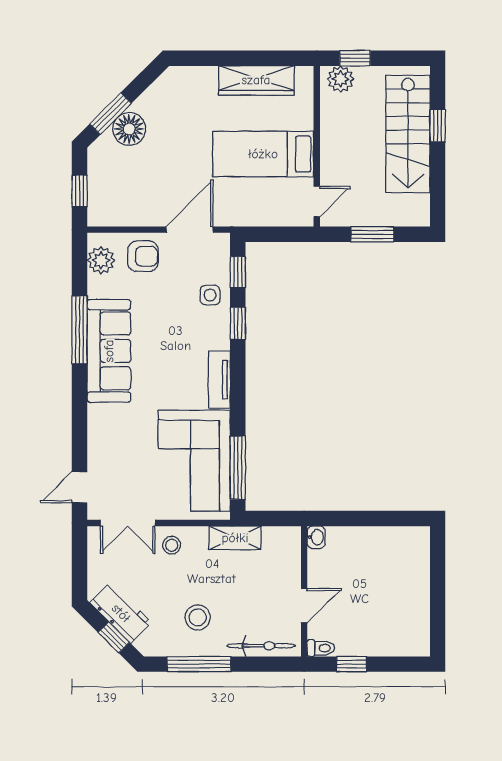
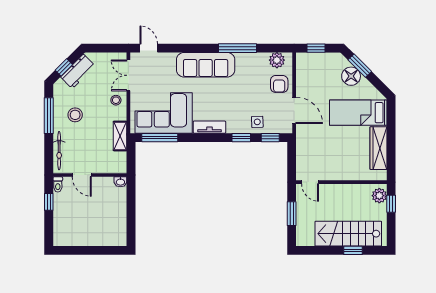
bed: (263, 154) -> (358, 113), moved, turned -90
sofa: (109, 351) -> (206, 65), moved

